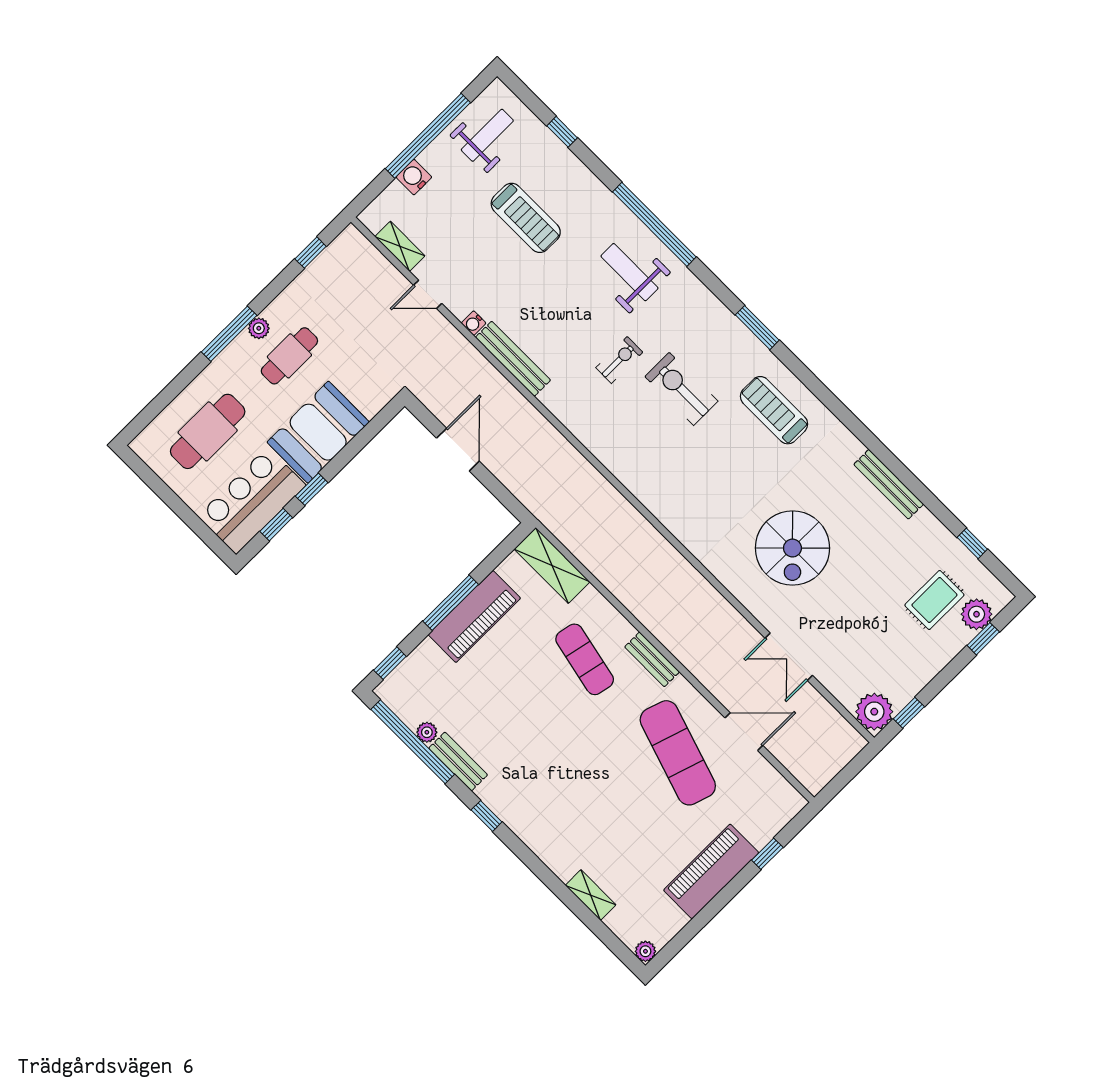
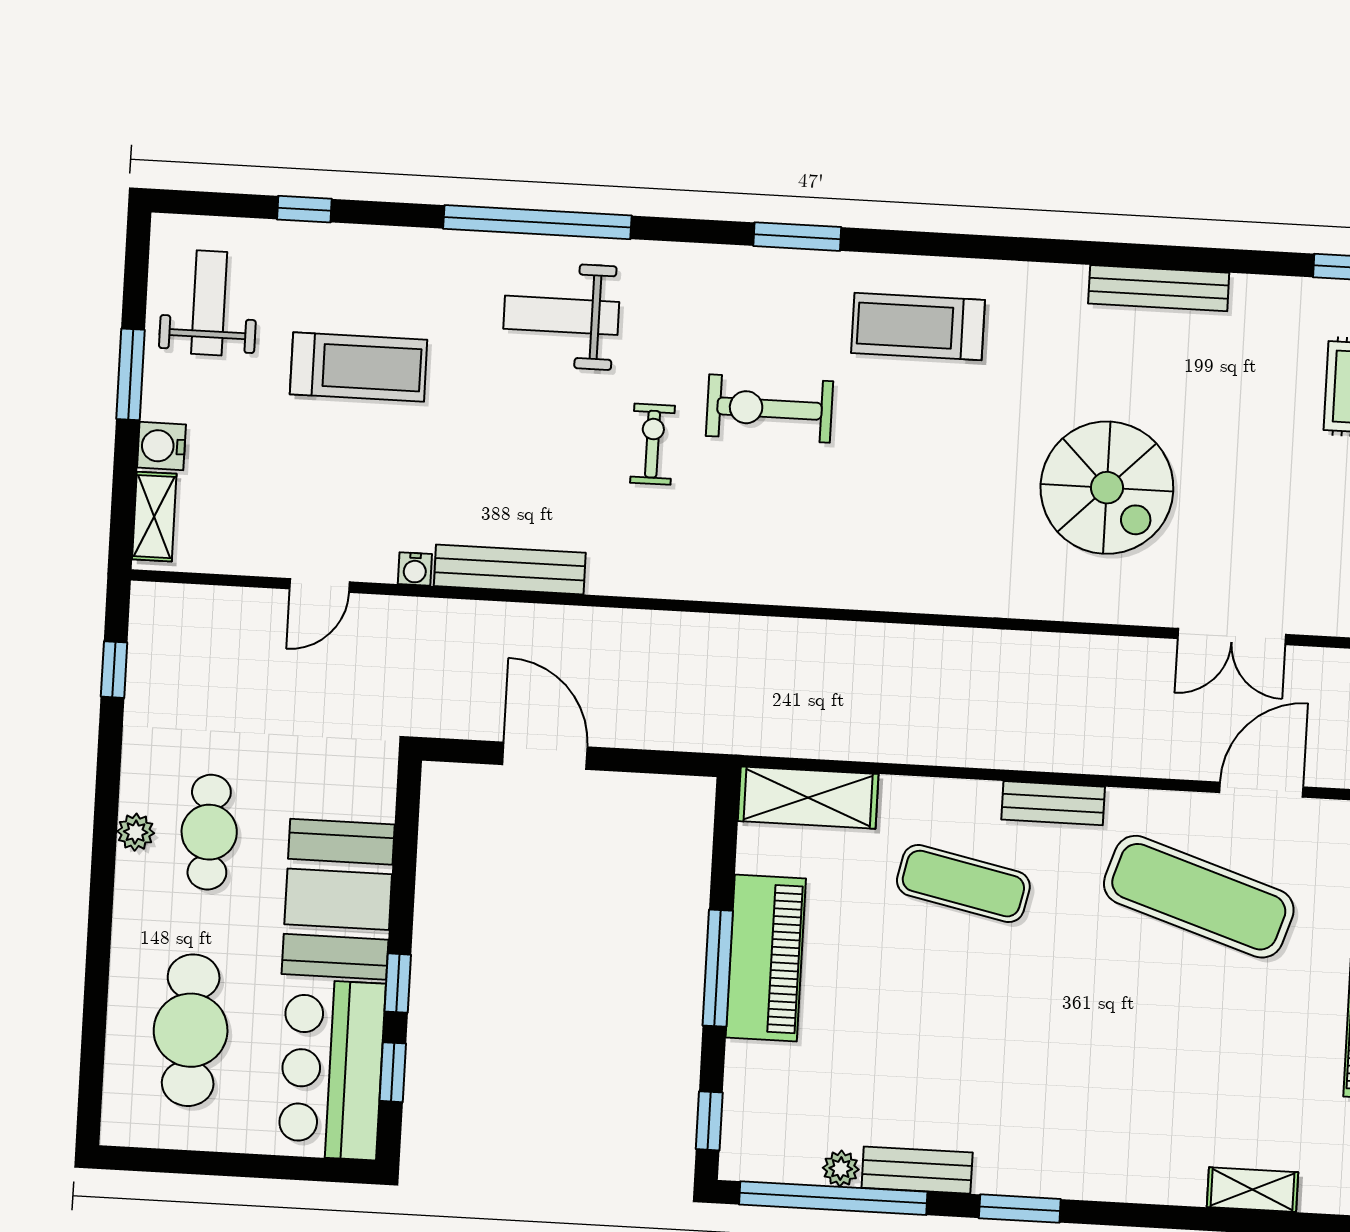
window: (428, 136) -> (131, 374), width x0.47
shelving: (400, 246) -> (154, 517), moved, turned 90
window: (229, 334) -> (103, 875), removed
window: (487, 816) -> (1020, 1209), width x1.50

